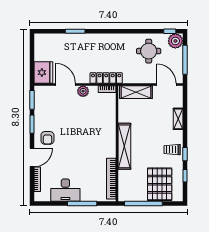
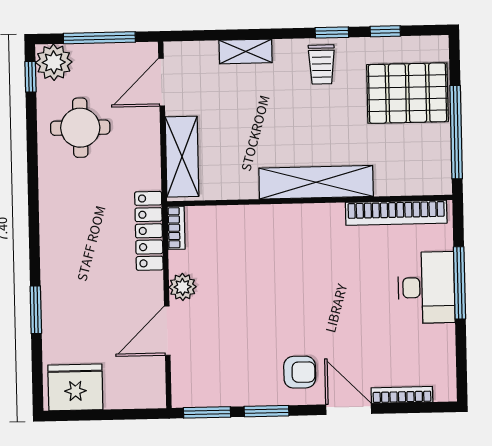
fridge: (43, 72) -> (75, 387), moved
desk: (65, 190) -> (426, 287), moved

